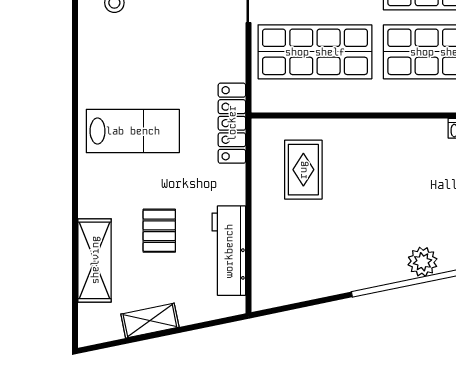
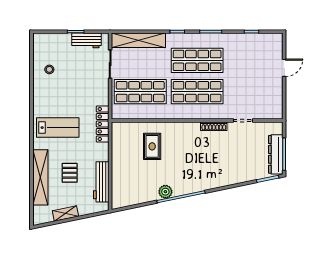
rug: (303, 170) -> (152, 146), moved
shelving: (95, 260) -> (40, 177), width x1.47
plant: (423, 262) -> (165, 192), moved

